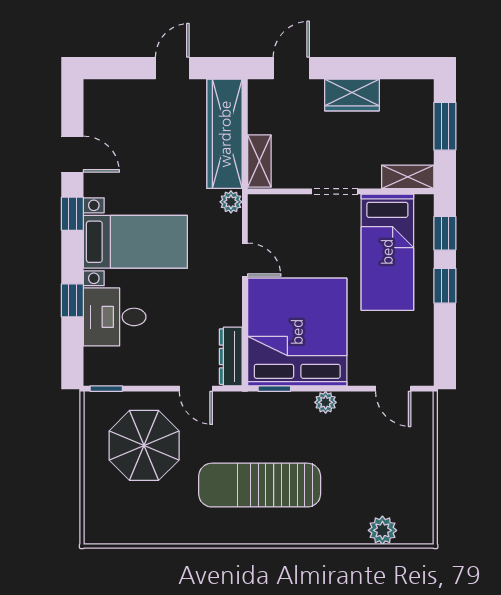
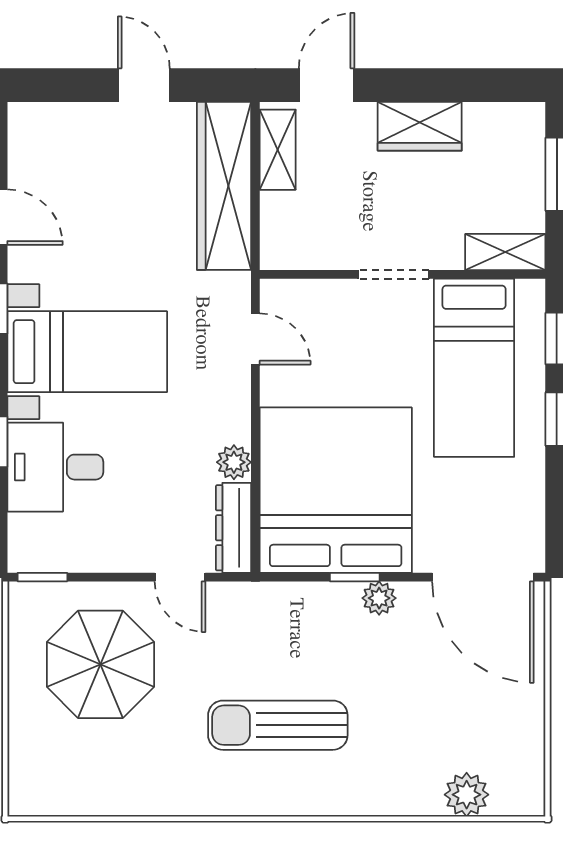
door: (172, 68) -> (144, 85), hinge flipped
shelving: (259, 161) -> (278, 150), moved
plant: (231, 202) -> (234, 462), moved
door: (245, 260) -> (255, 339), moved
window: (274, 389) -> (355, 577), moved
door: (393, 389) -> (483, 577), width x1.88
sun lounger: (260, 485) -> (278, 725), width x0.73, depth x0.75

